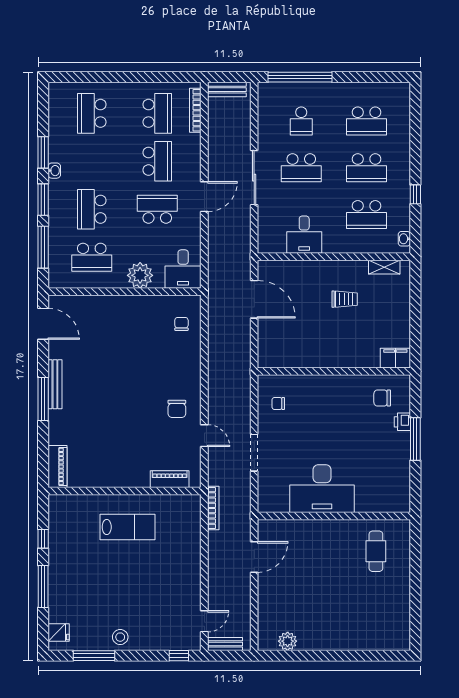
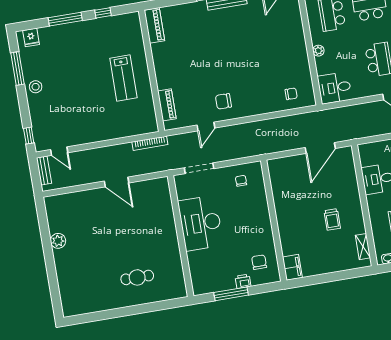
plant: (140, 275) -> (318, 51), width x0.53, depth x0.53
piano: (58, 467) -> (154, 25), moved, turned -90
desk: (322, 489) -> (201, 223), moved
wall: (334, 516) -> (181, 236), moved
plant: (288, 641) -> (58, 241), moved

